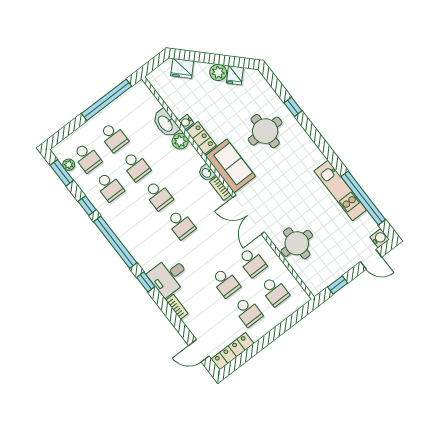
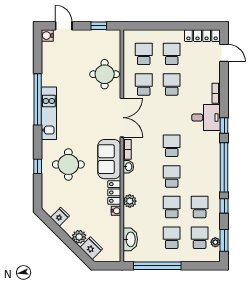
plant: (218, 72) -> (79, 237), moved
washbasin: (166, 123) -> (130, 239), moved
kitchen unit: (340, 190) -> (49, 113), moved
window: (363, 198) -> (38, 99), moved

